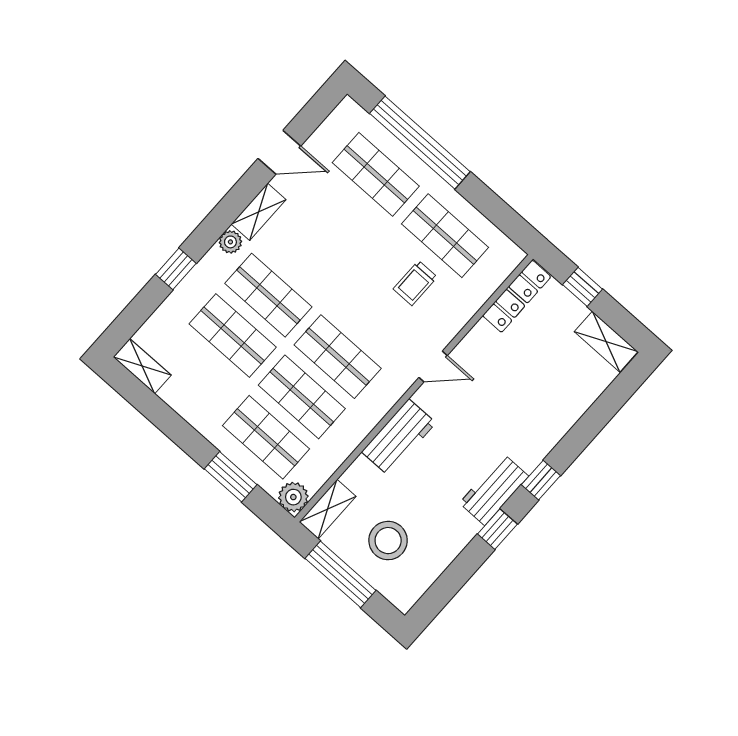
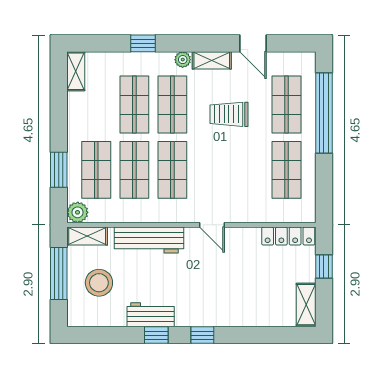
trolley: (415, 283) -> (229, 114), moved, width x1.36, depth x1.39
workbench: (399, 437) -> (149, 240), width x1.38
workbench: (494, 490) -> (151, 315), moved

